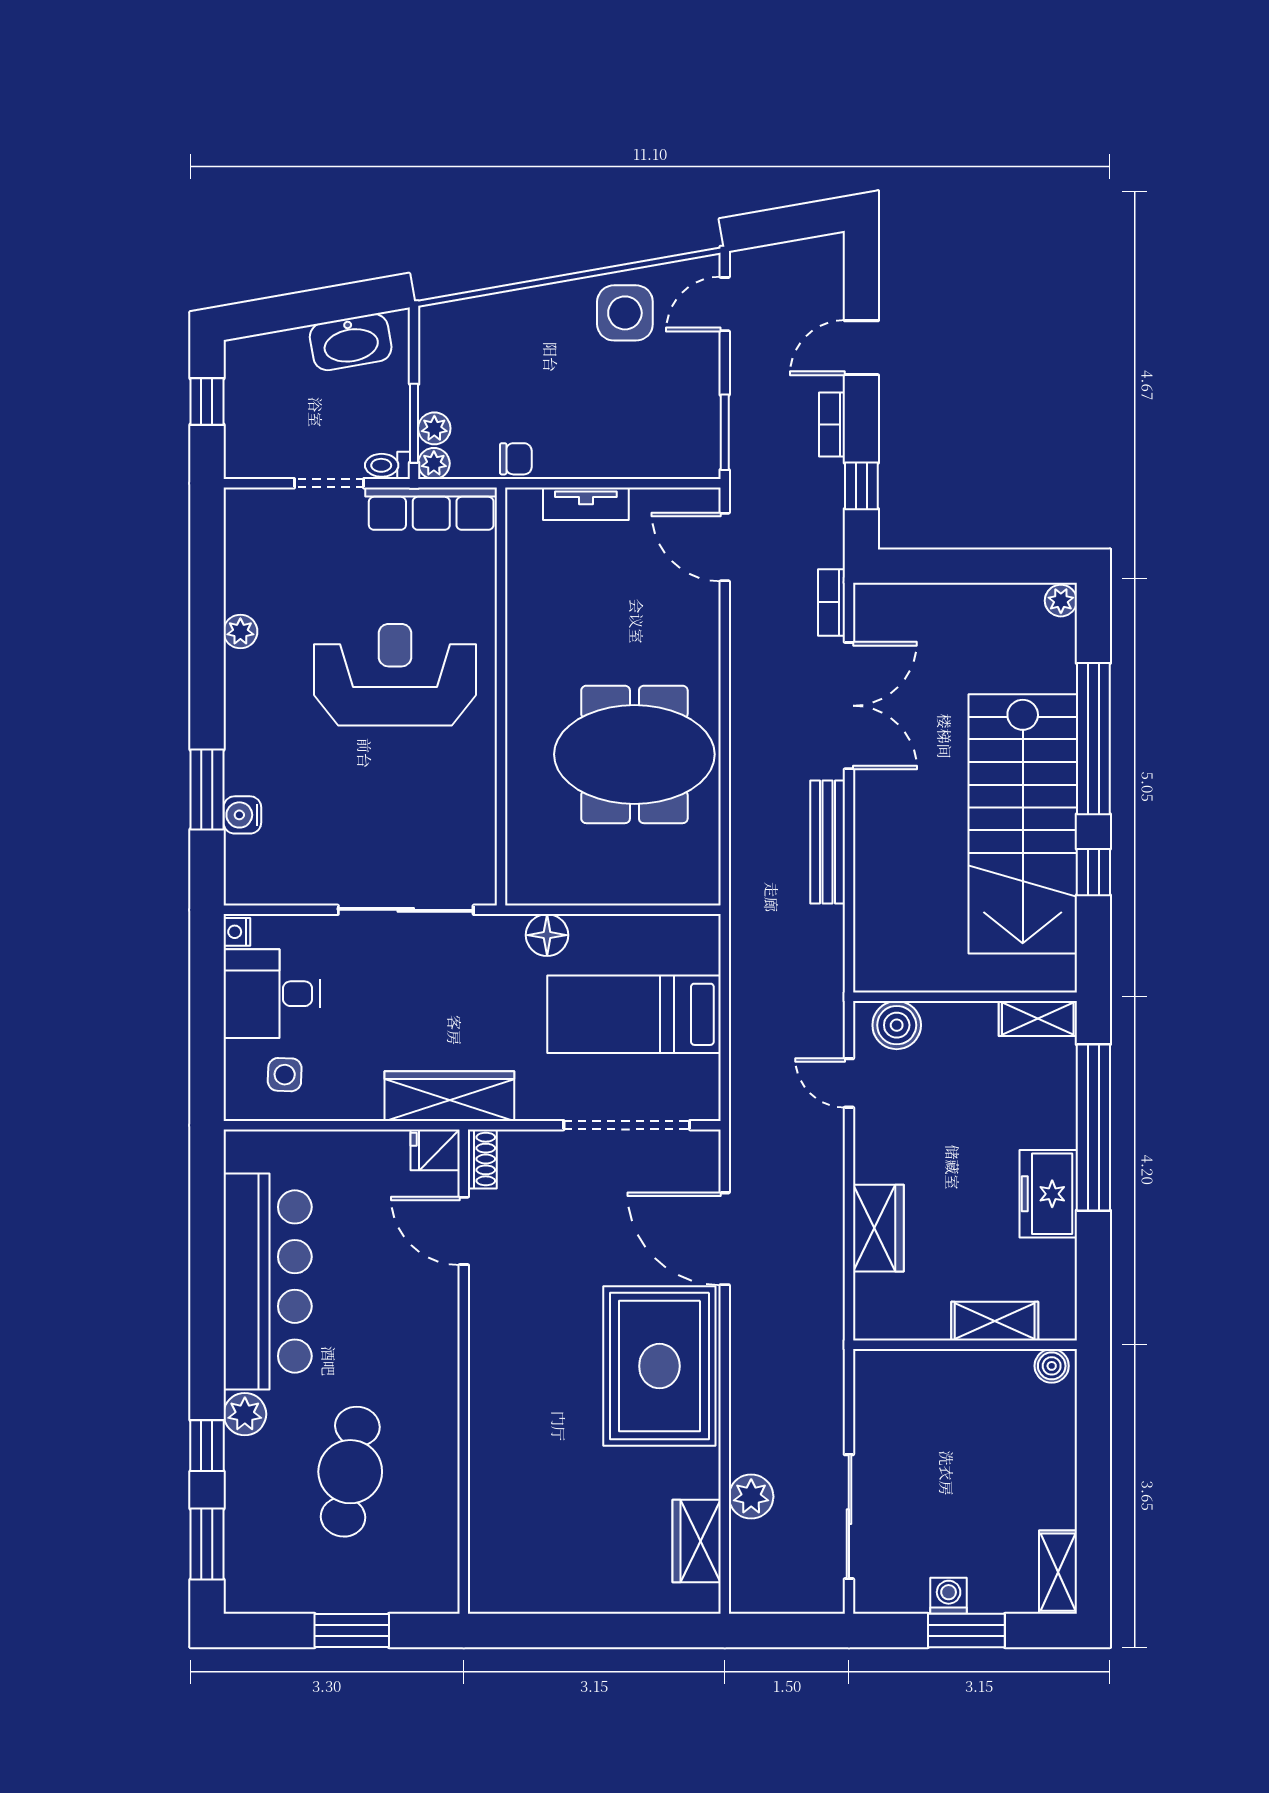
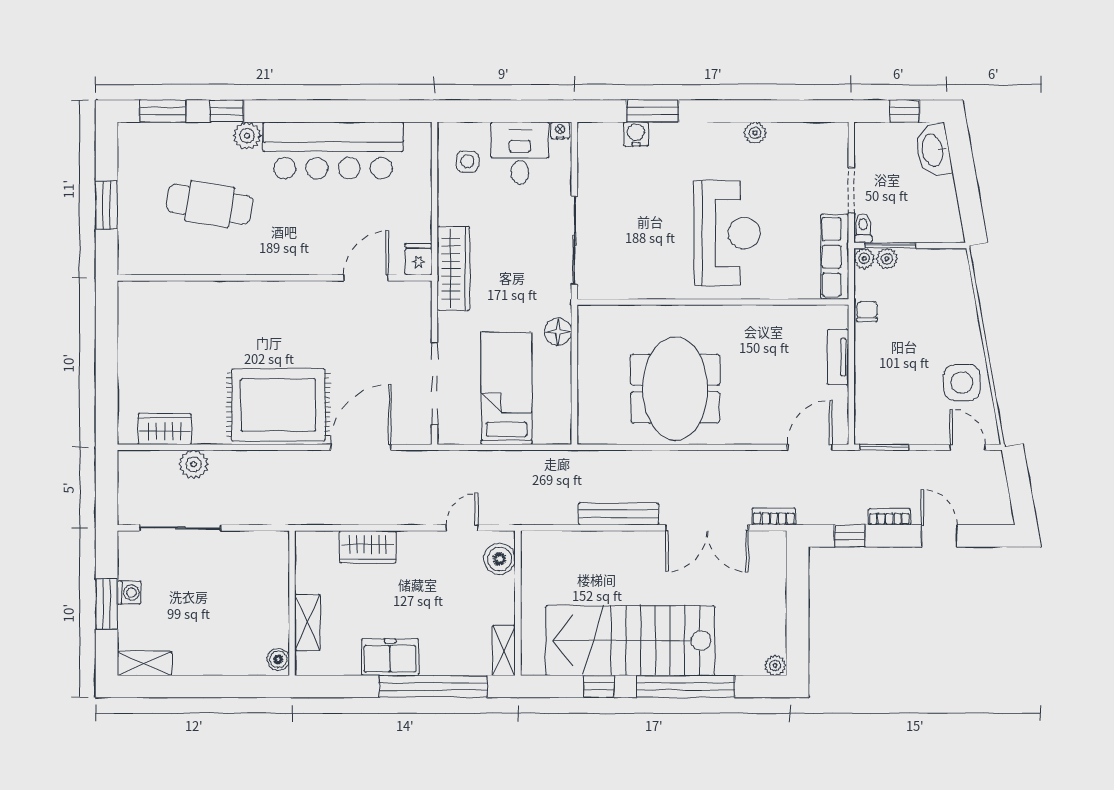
washbasin: (351, 342) -> (933, 150), moved
chair: (516, 459) -> (867, 312), turned 180
shoe rack: (482, 1159) -> (413, 290), removed

